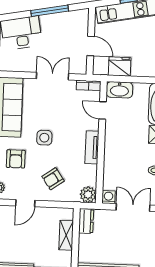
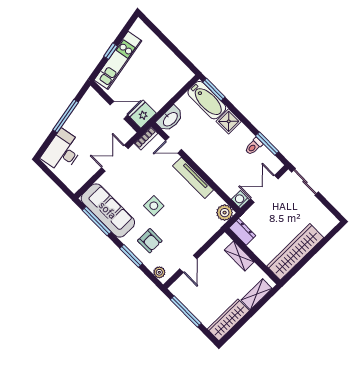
fridge: (120, 67) -> (142, 114), moved
tv unit: (92, 147) -> (193, 178), width x1.41
armchair: (53, 179) -> (189, 227), removed

